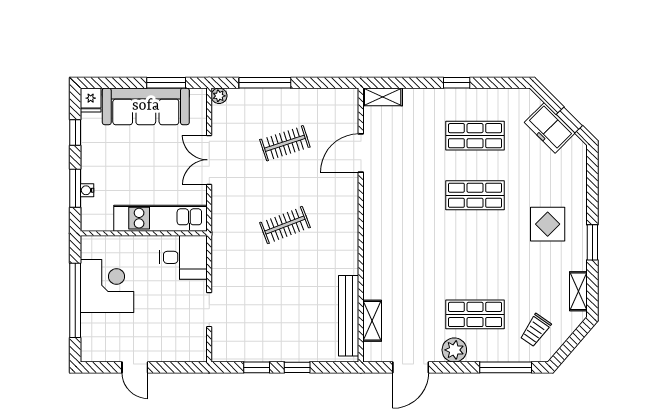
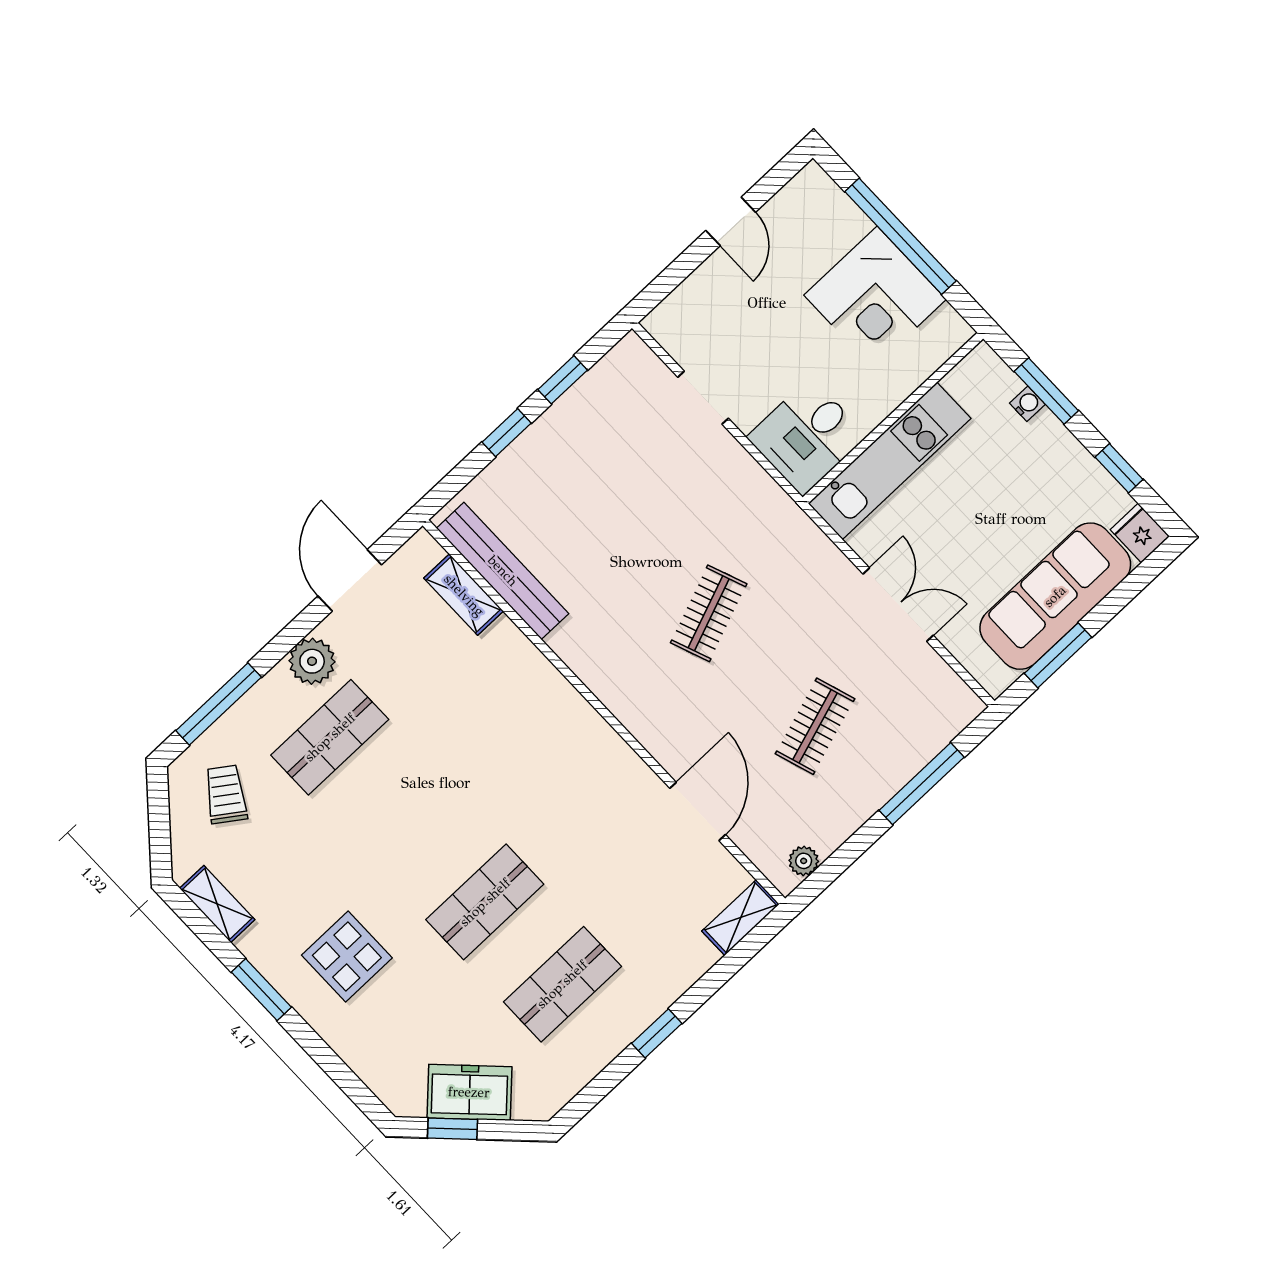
plant: (219, 96) -> (804, 861), moved
door: (135, 367) -> (731, 221), swing flipped

